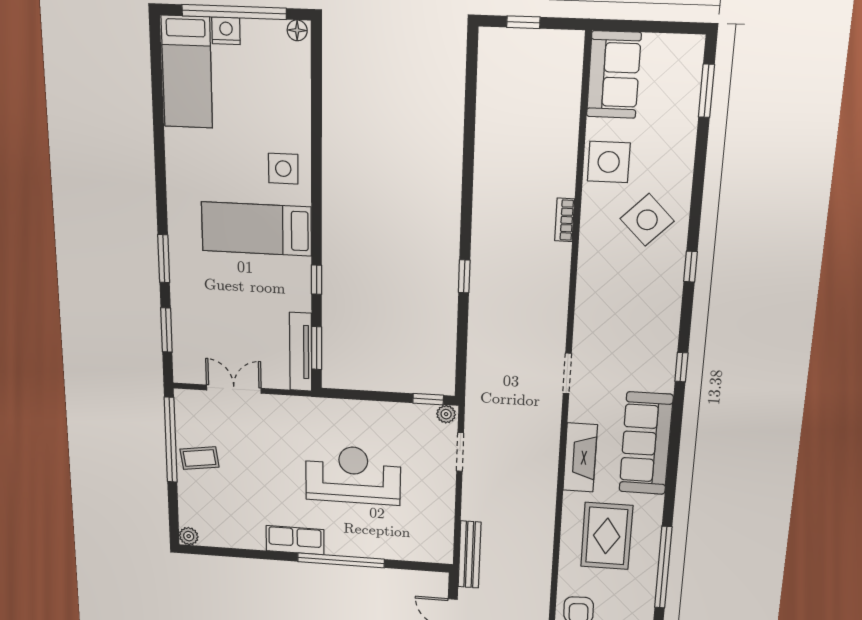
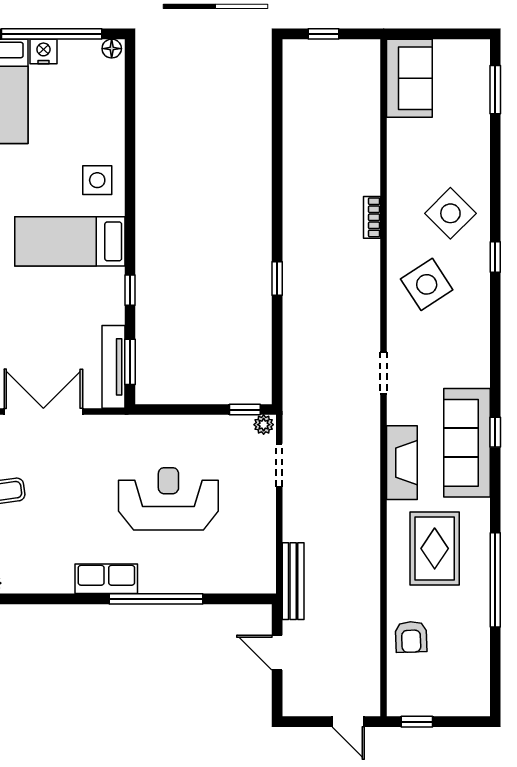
side table: (609, 162) -> (427, 284), moved, turned -33
window: (681, 367) -> (495, 432), moved
double door: (234, 389) -> (43, 412), width x1.37

